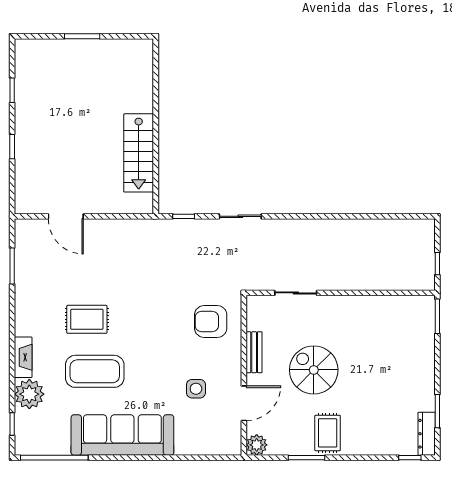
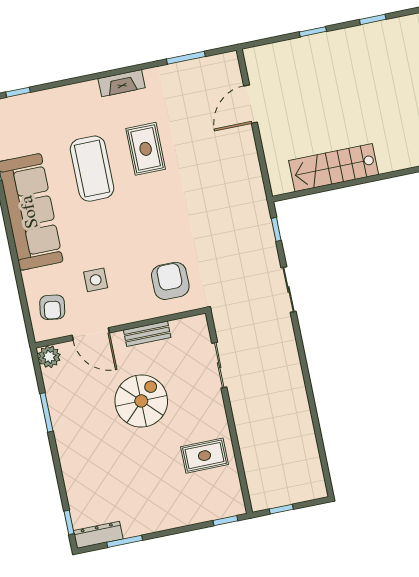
window: (437, 316) -> (225, 521), width x0.67
fireplace: (23, 357) -> (122, 83), moved
plant: (29, 394) -> (54, 104), removed
armchair: (213, 433) -> (52, 307), added
rug: (328, 433) -> (204, 456), moved

